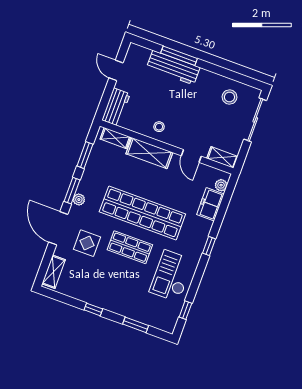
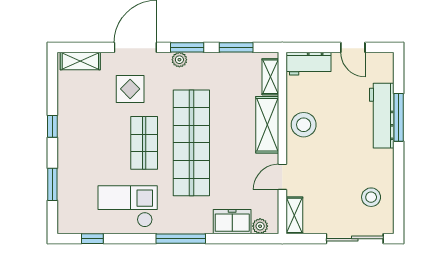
door: (116, 70) -> (353, 47), swing flipped
stool: (159, 127) -> (304, 125), width x1.89, depth x1.89
window: (209, 246) -> (181, 239), width x2.17

